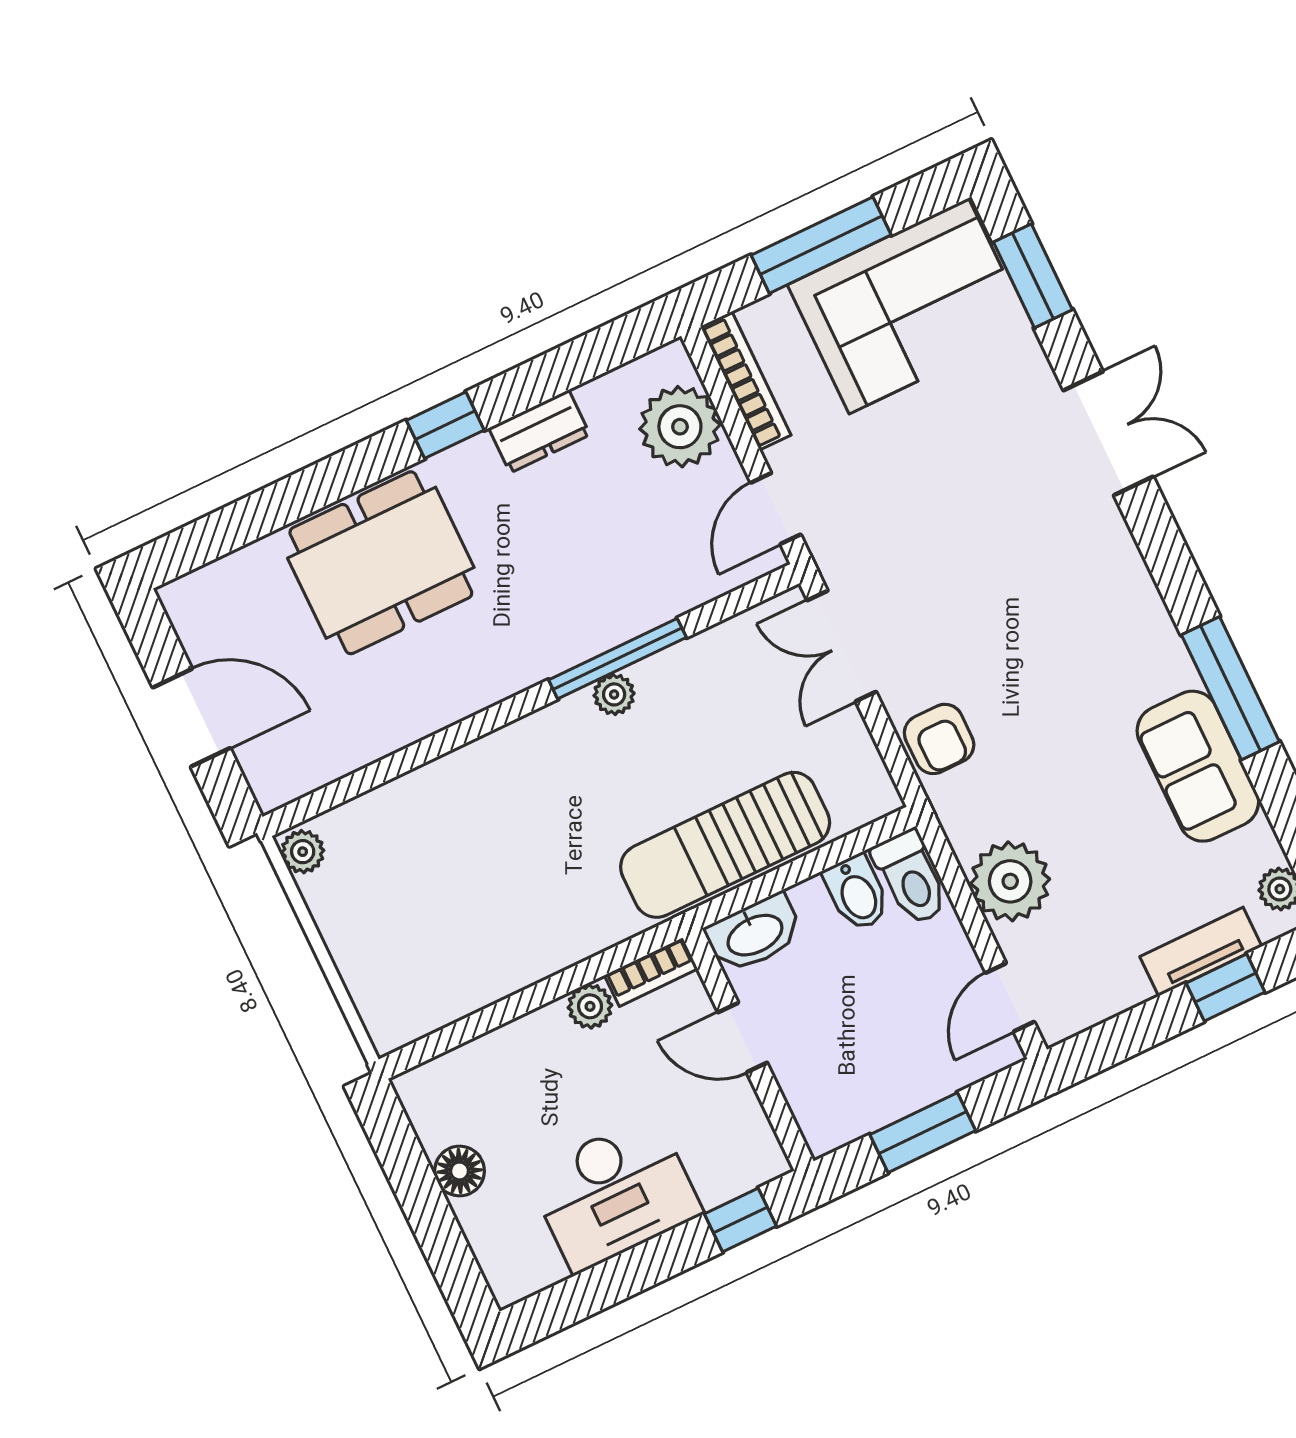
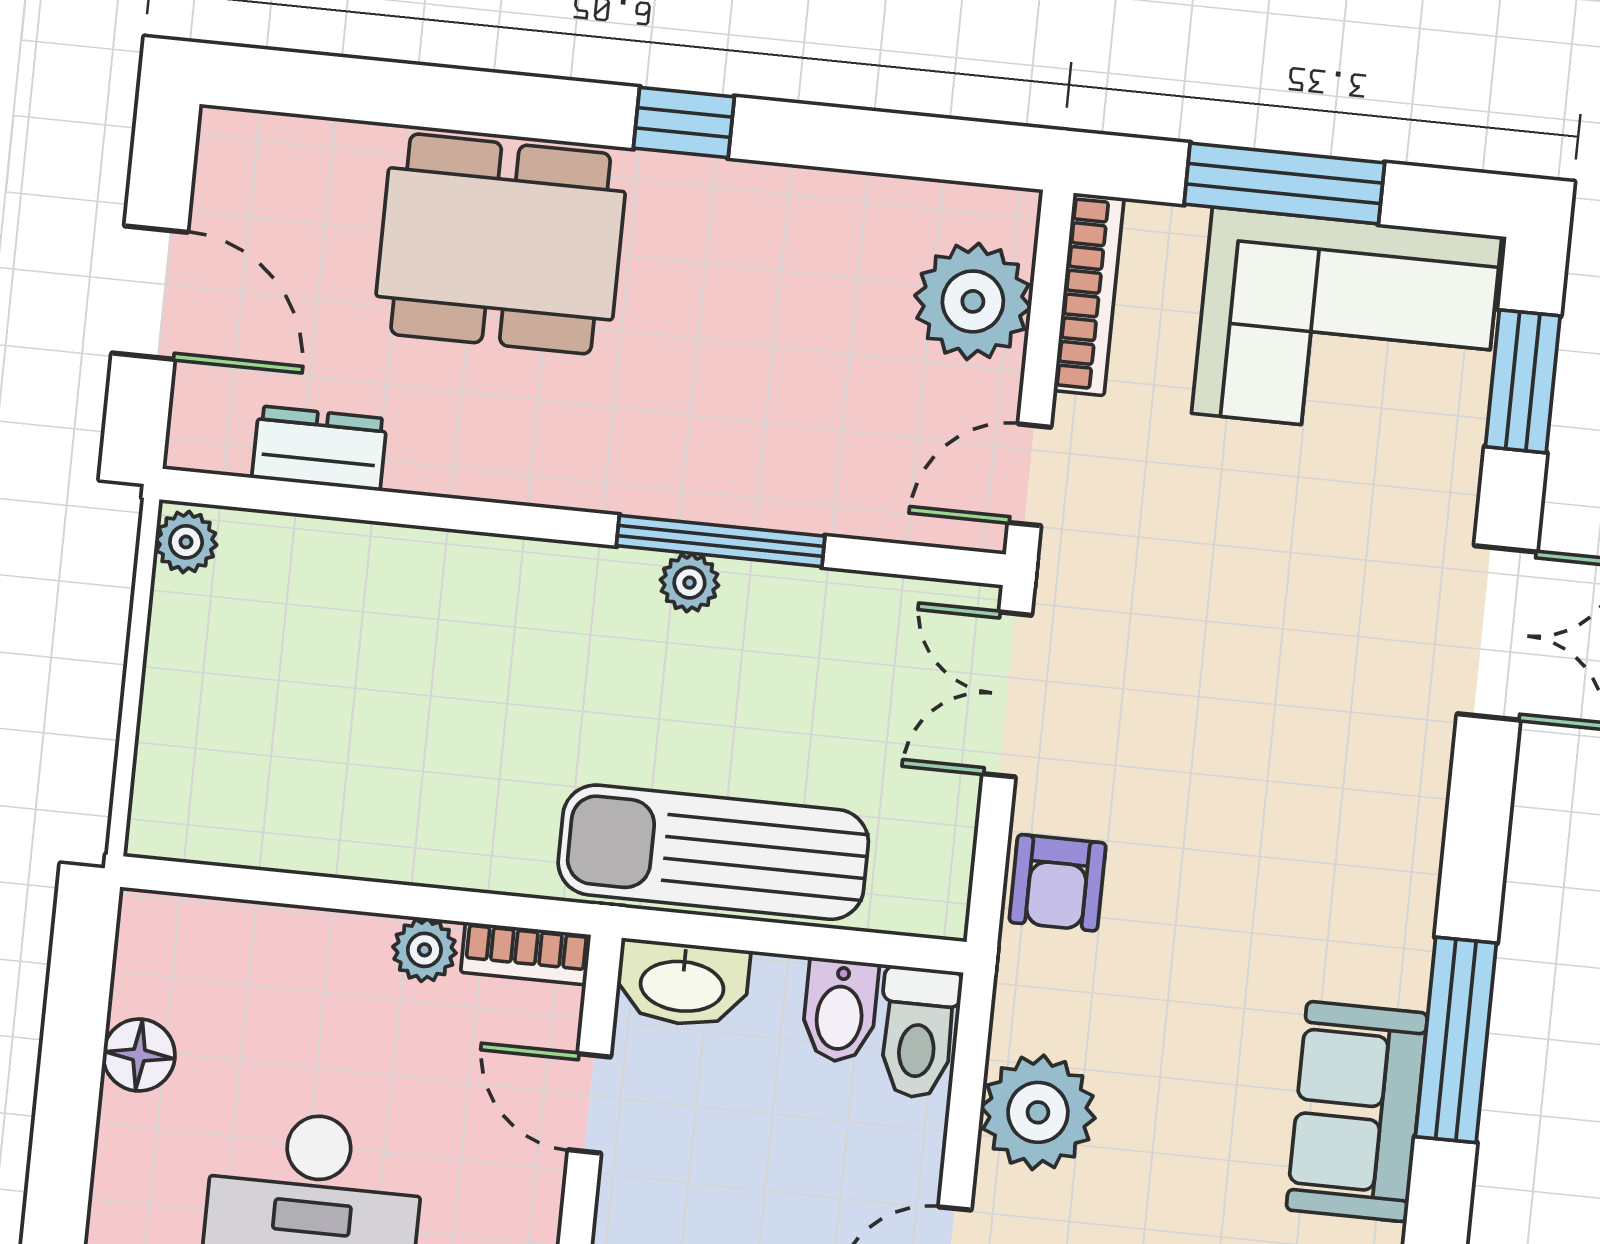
dresser: (539, 431) -> (319, 448), moved, turned 180

